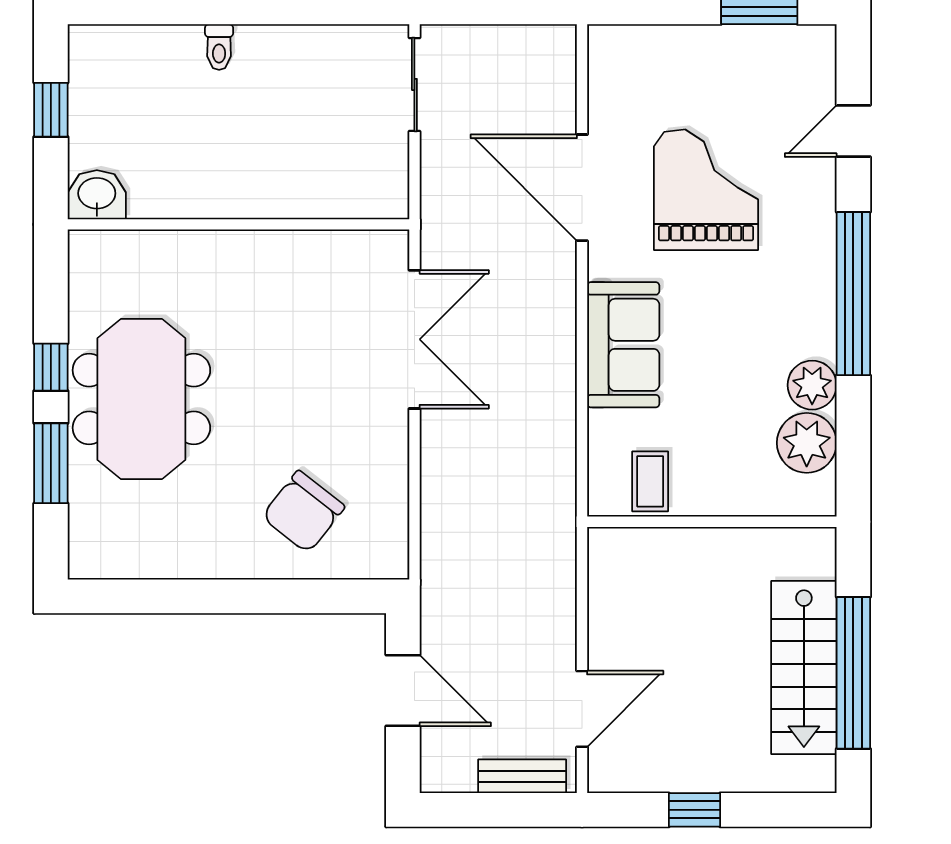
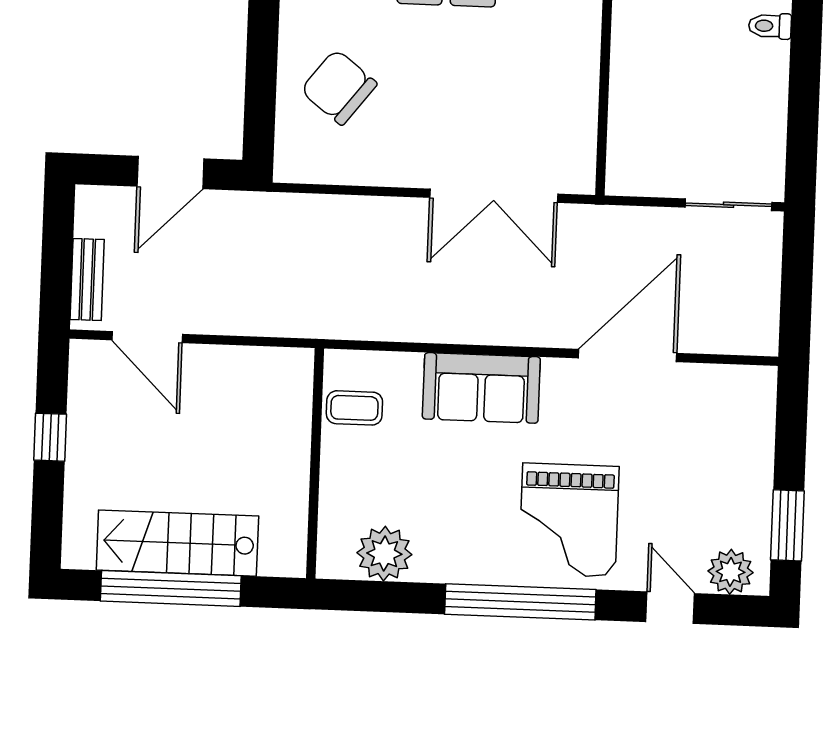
grand piano: (706, 190) -> (569, 520), moved, turned 90
plant: (812, 385) -> (731, 572), moved

